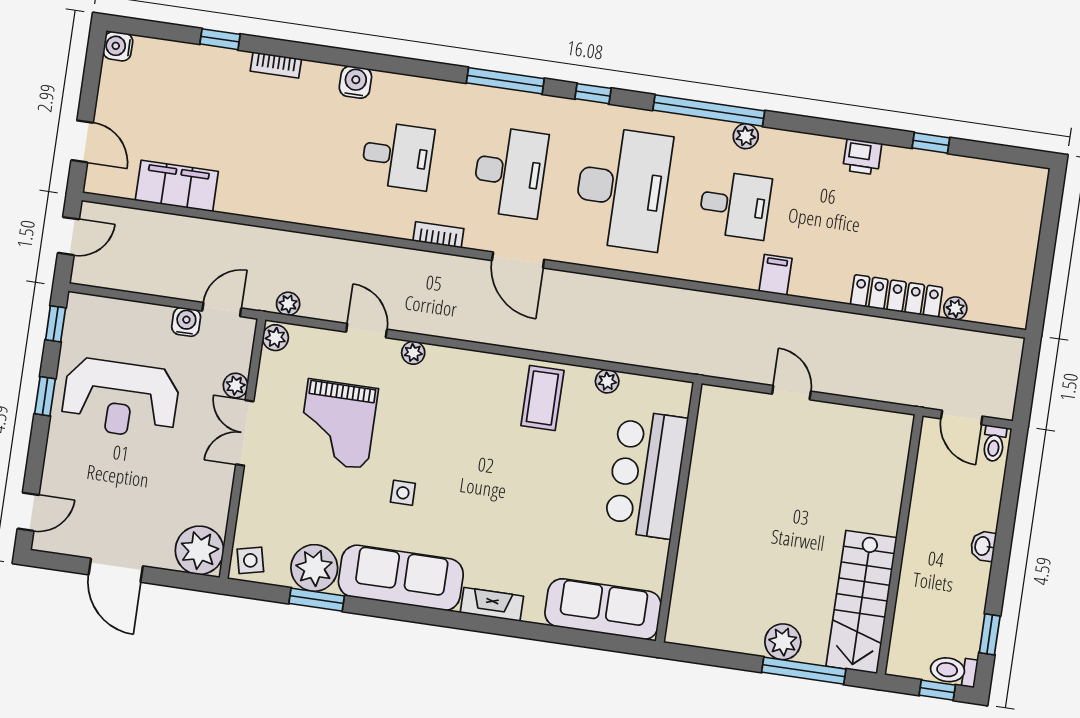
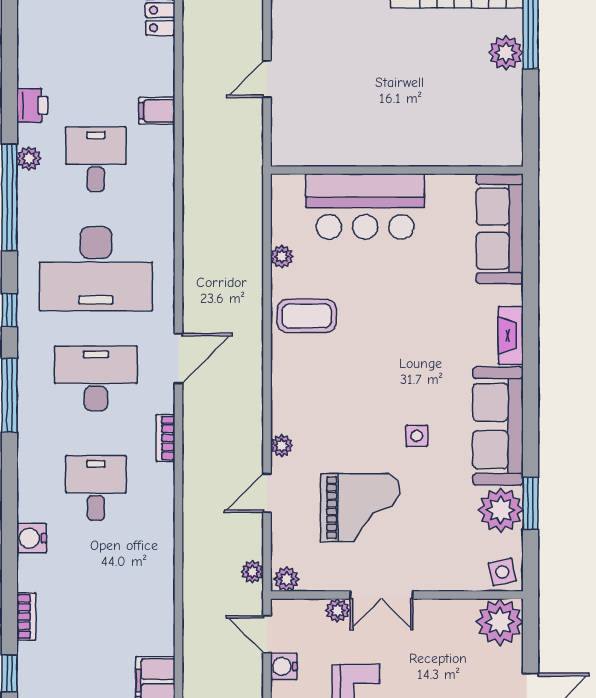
printer: (862, 157) -> (32, 105), moved
desk: (622, 189) -> (96, 269), turned 180

